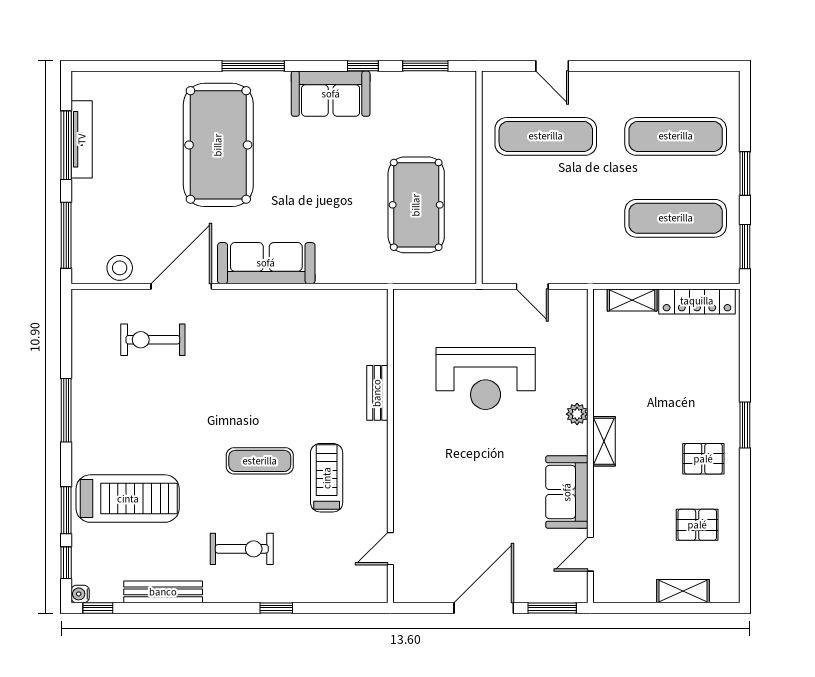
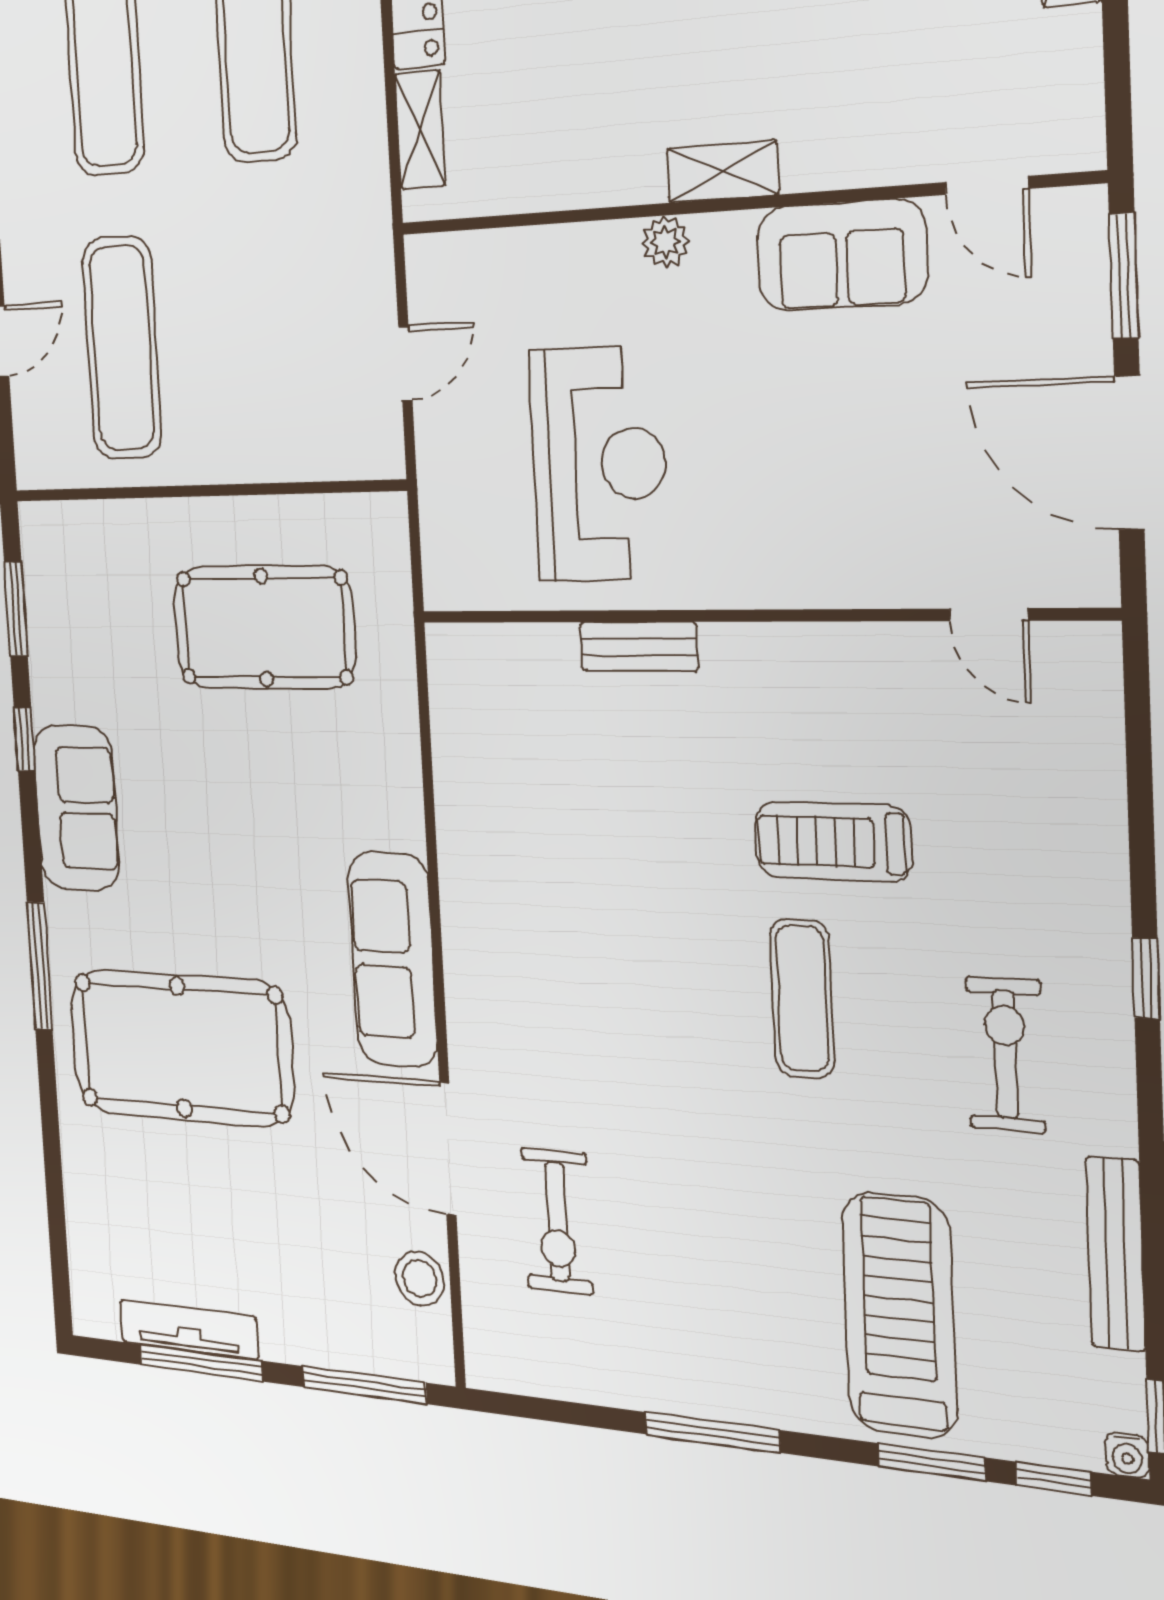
bench: (377, 393) -> (639, 647), moved
wall: (390, 446) -> (752, 616), moved
door: (390, 549) -> (989, 615), moved

